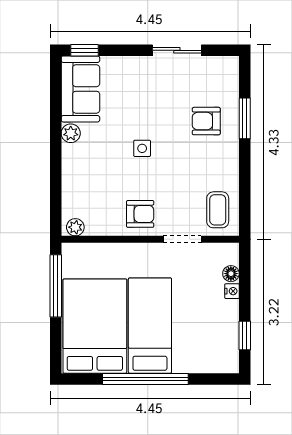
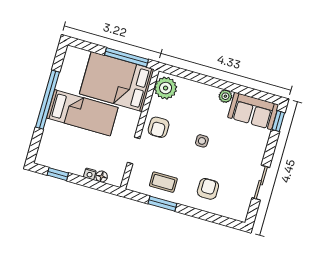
window: (245, 118) -> (162, 204), moved
coffee table: (218, 210) -> (163, 182), moved
plant: (75, 227) -> (166, 88), width x1.88, depth x1.88
bed: (95, 326) -> (117, 82), moved, turned 180

